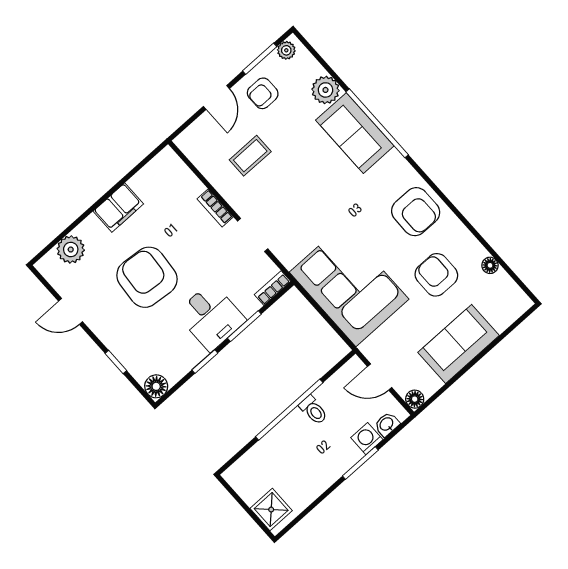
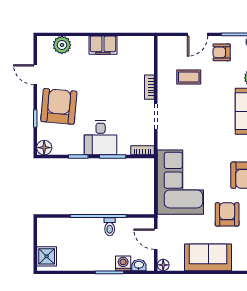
armchair: (147, 277) -> (59, 106), moved

